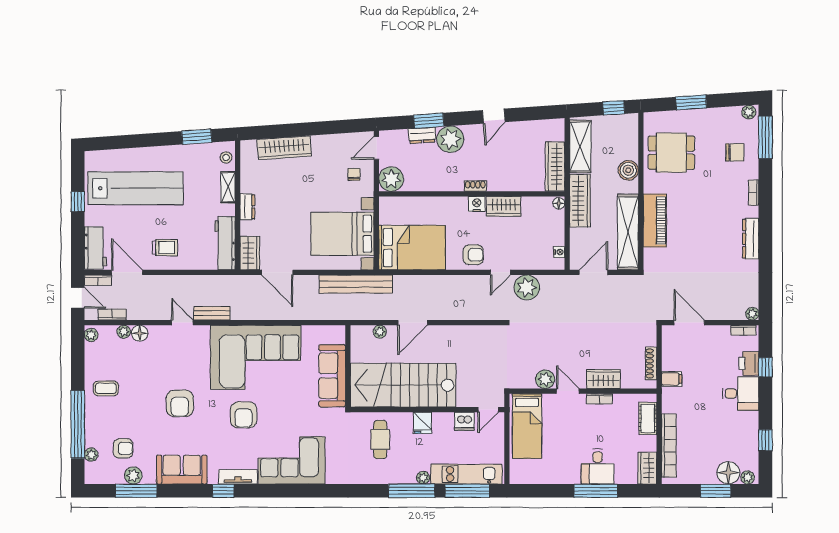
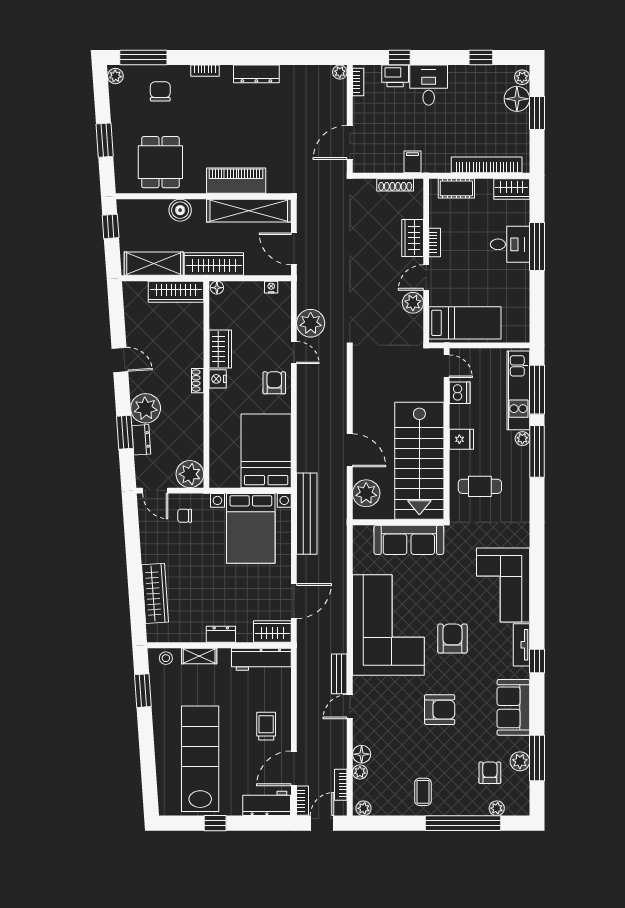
plant: (380, 332) -> (366, 493), width x1.87, depth x1.87
armchair: (244, 415) -> (452, 639), turned -90

